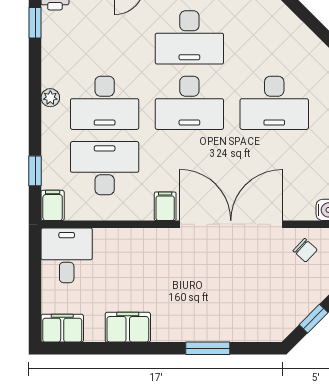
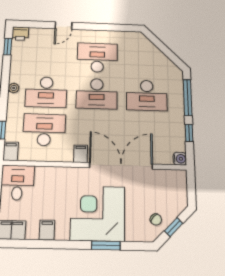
desk: (189, 37) -> (97, 58), turned 180
chair: (305, 250) -> (156, 220), moved
corner desk: (194, 300) -> (98, 213), added
filing cabinet: (128, 327) -> (47, 230), width x0.50

